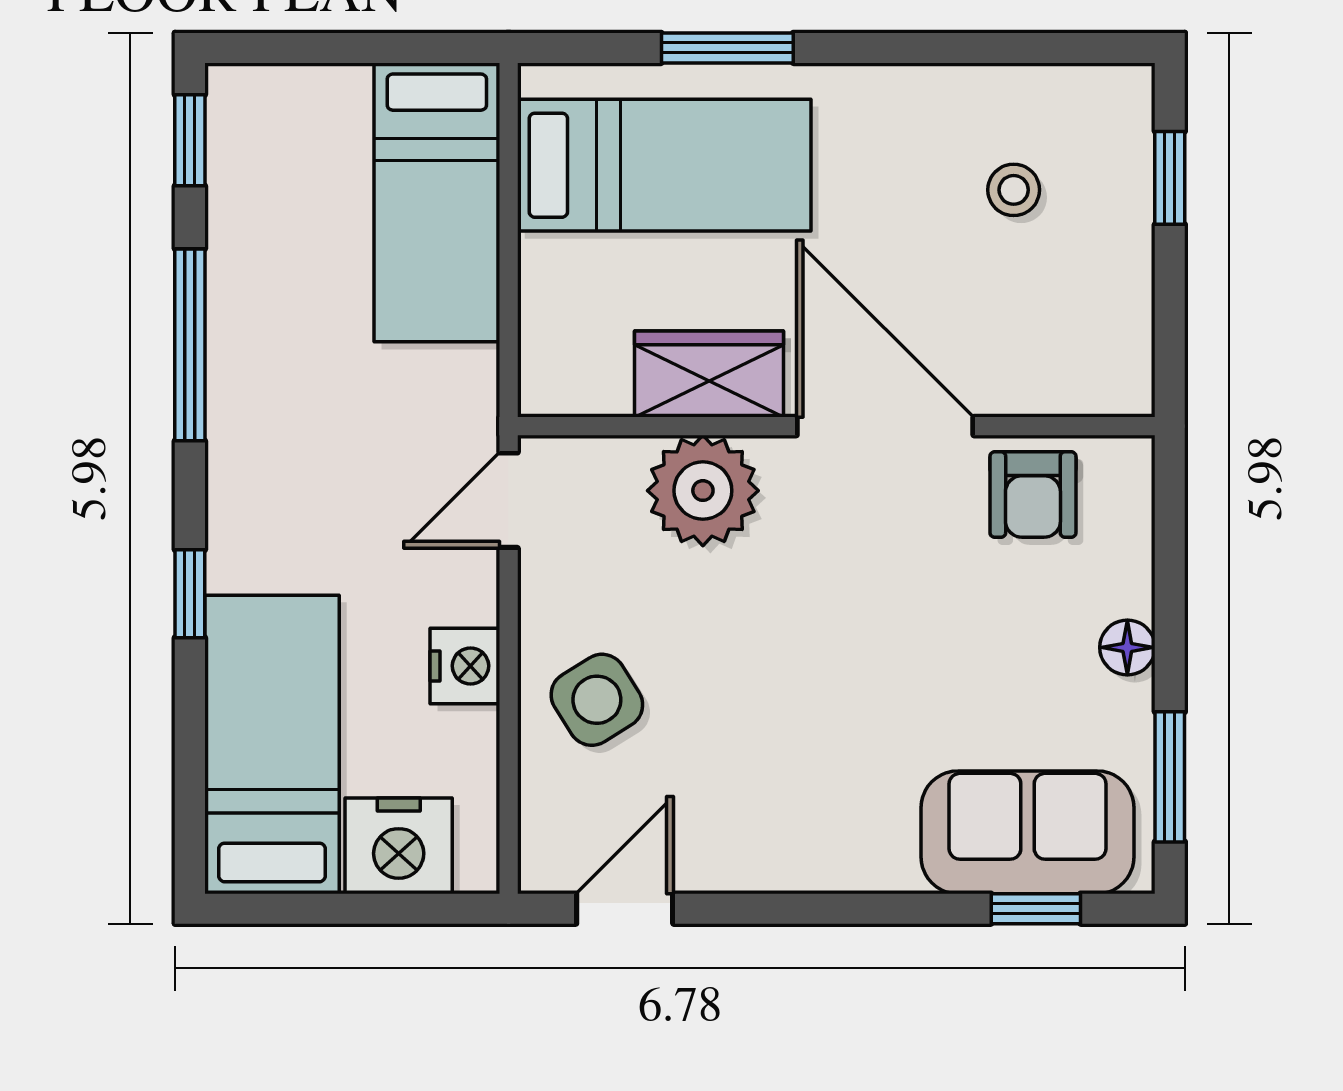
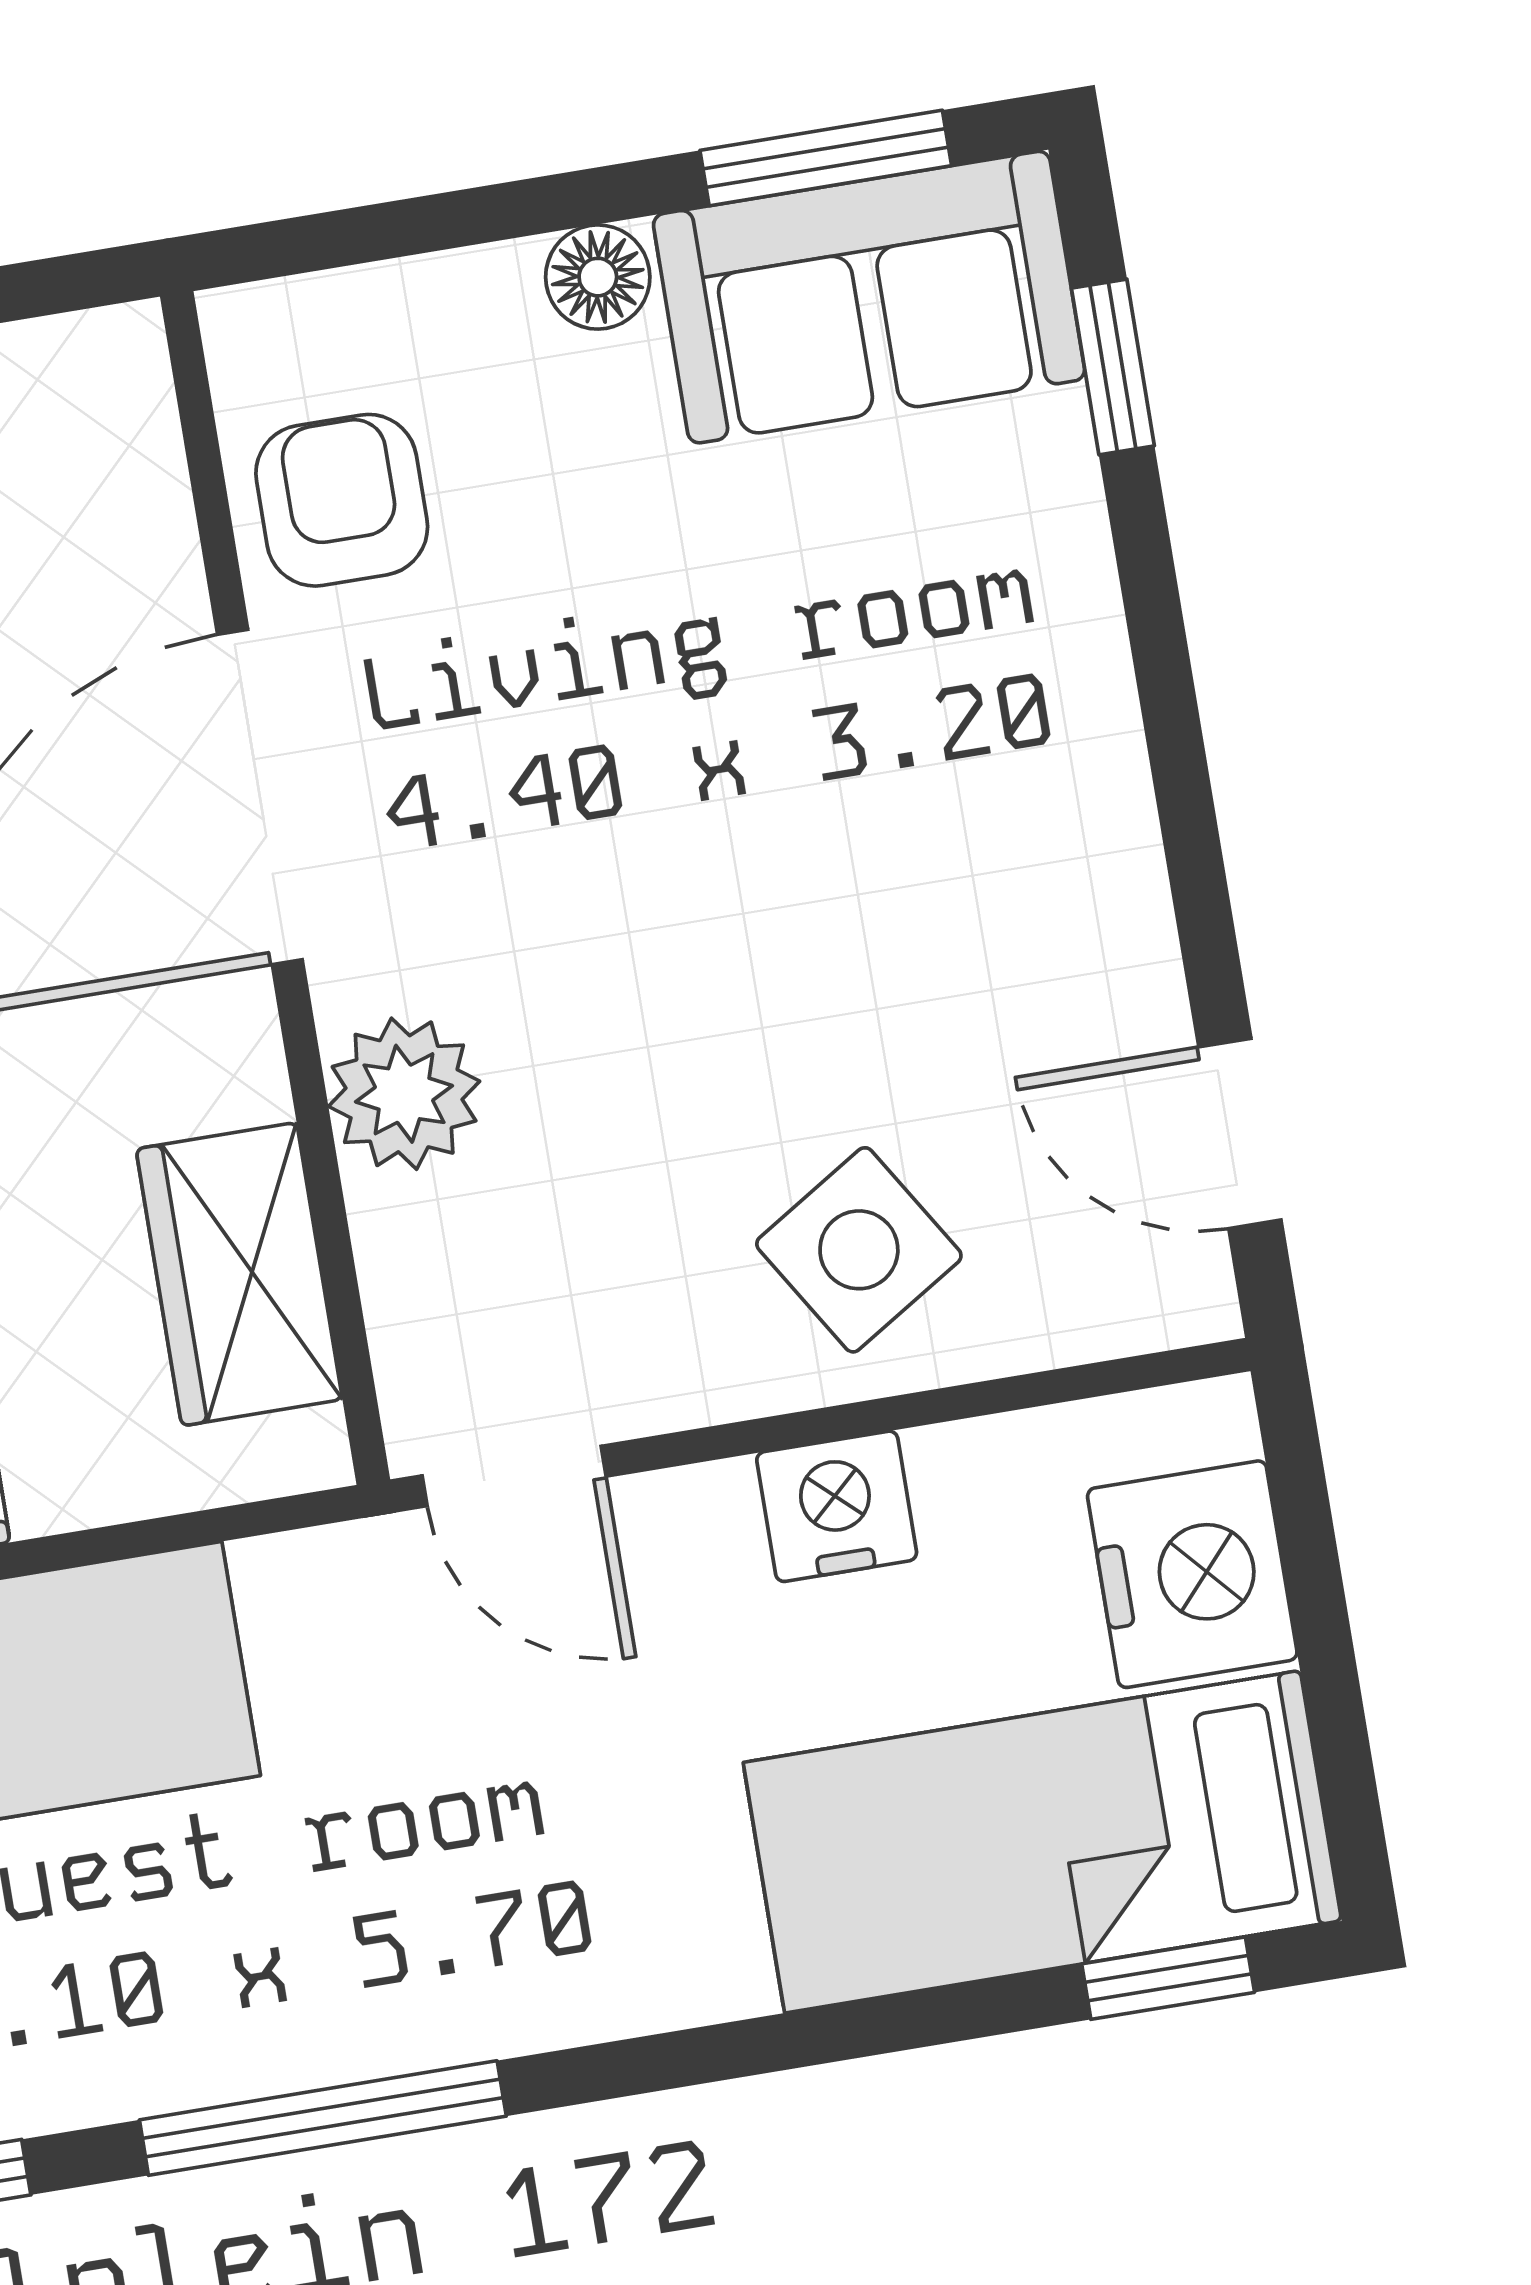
wardrobe: (709, 374) -> (239, 1274), moved
plant: (703, 491) -> (404, 1094), width x0.73, depth x0.73
armchair: (1033, 495) -> (342, 500), turned -90
window: (190, 594) -> (1168, 1978), moved
sofa: (1028, 832) -> (869, 297), moved, turned -90

